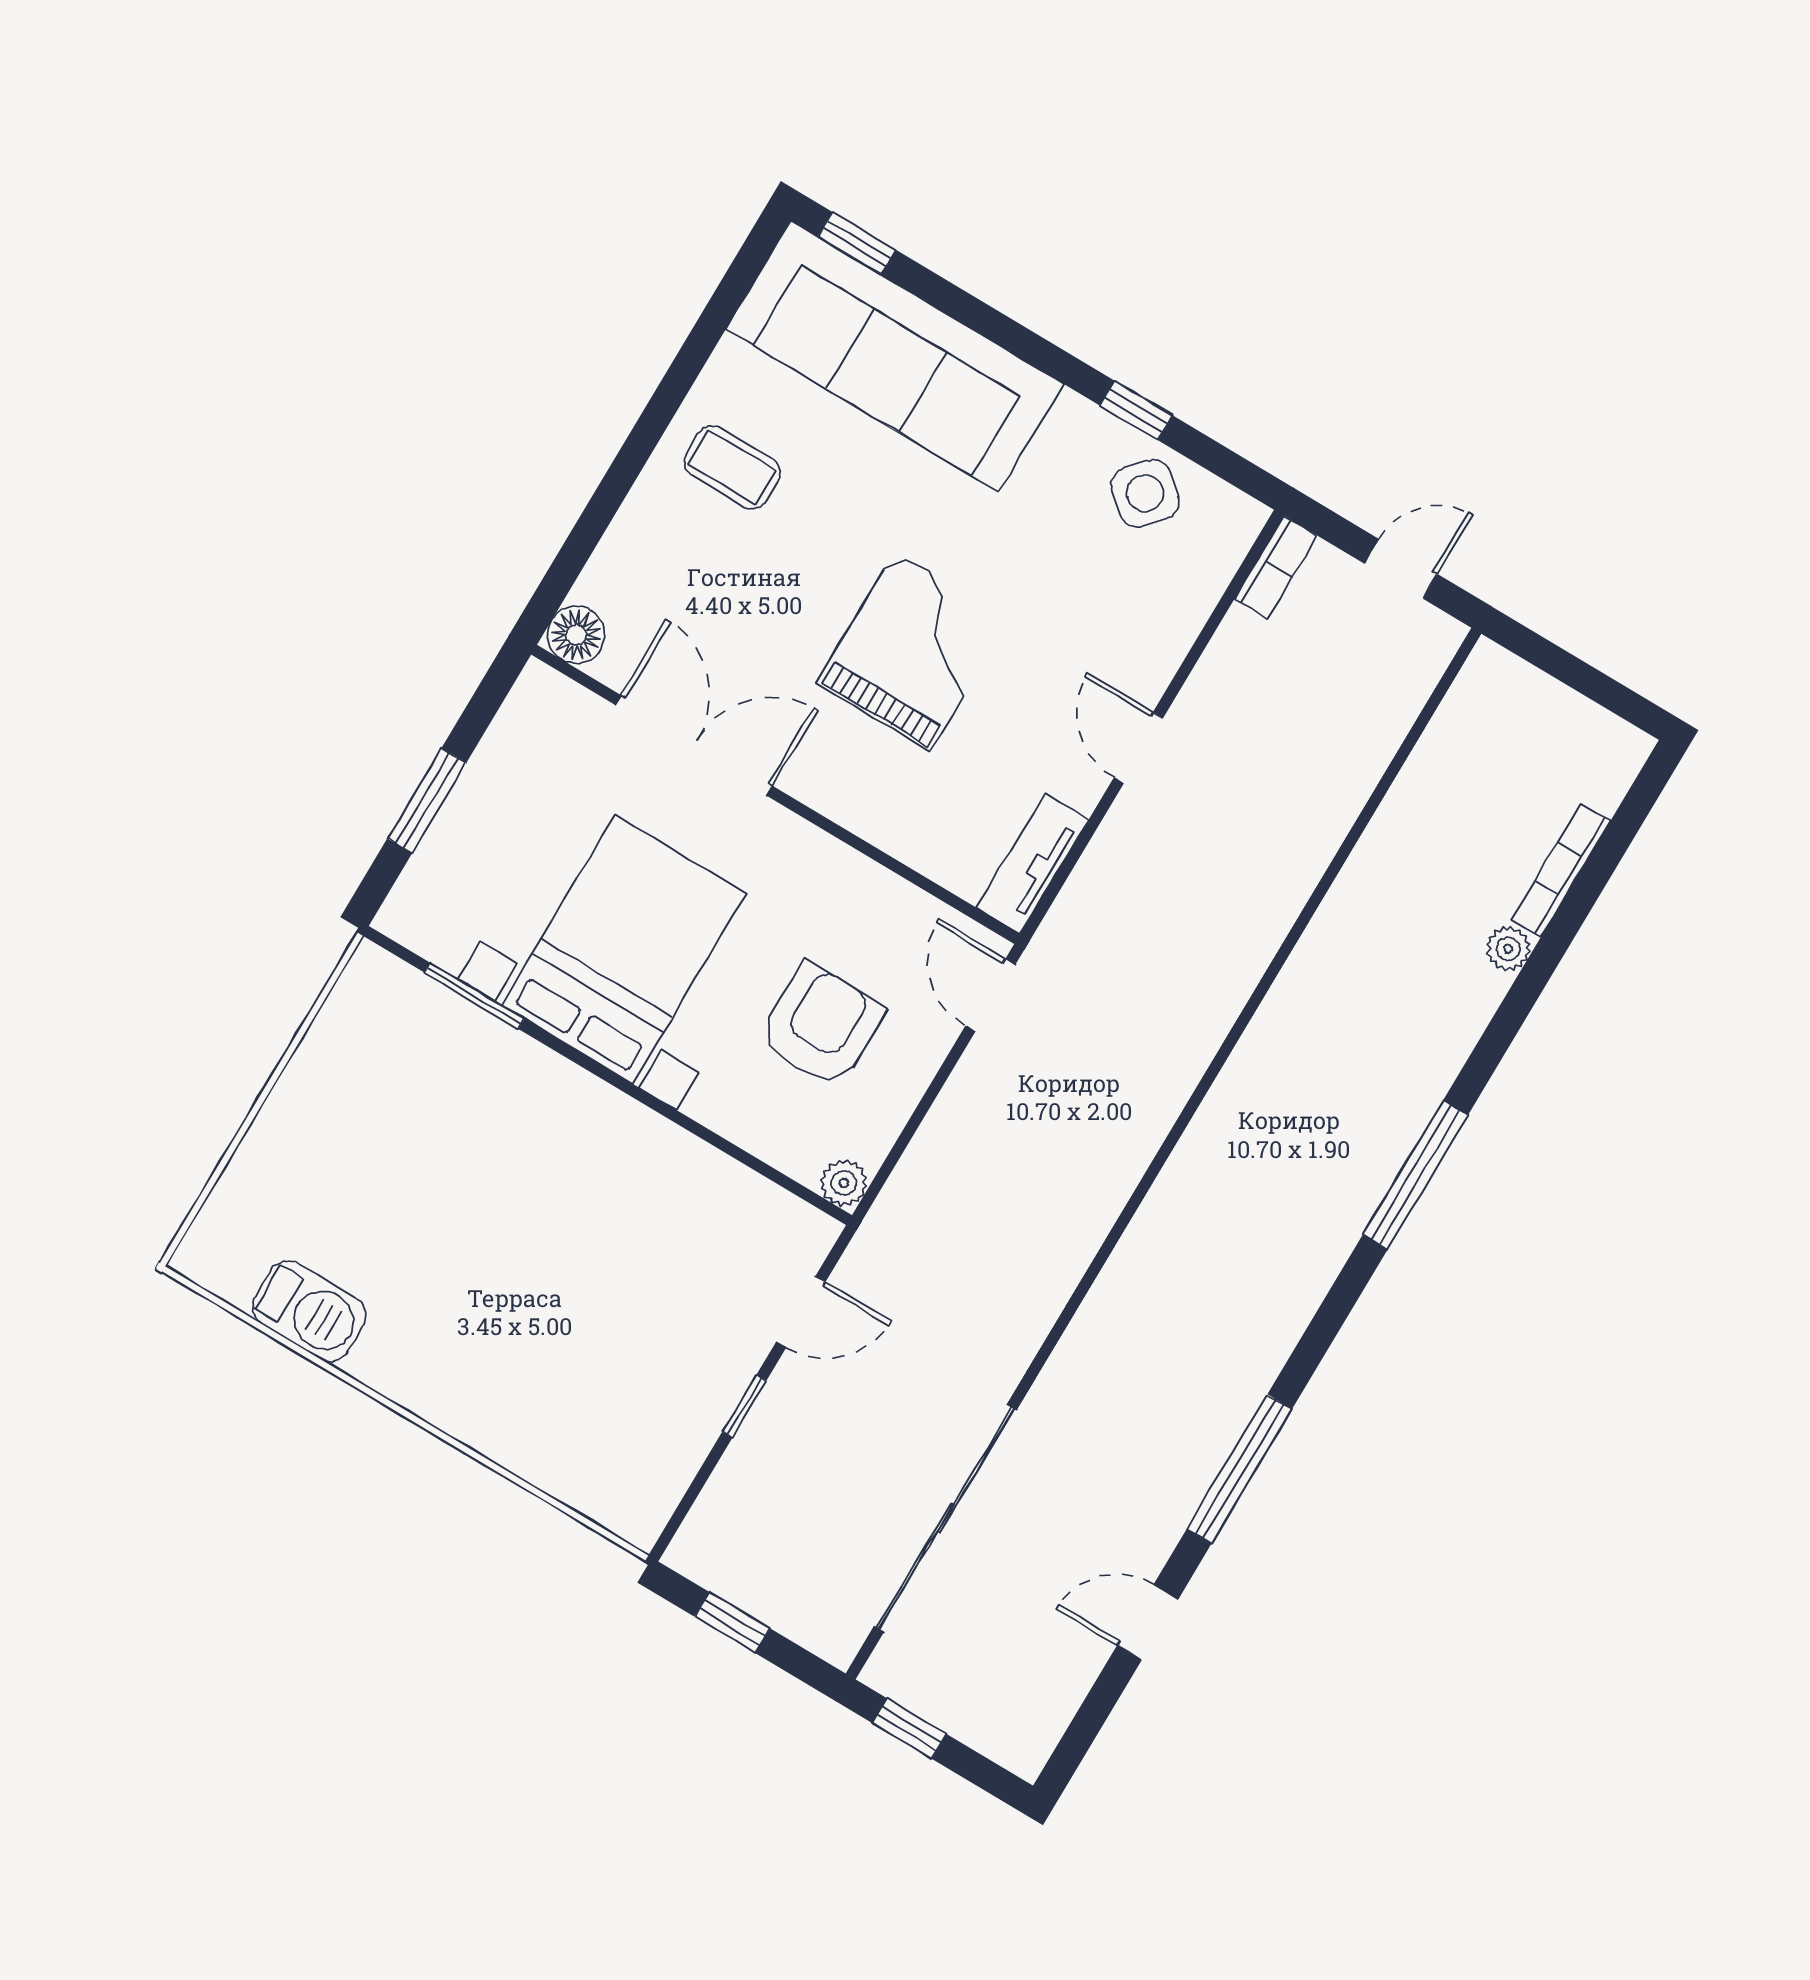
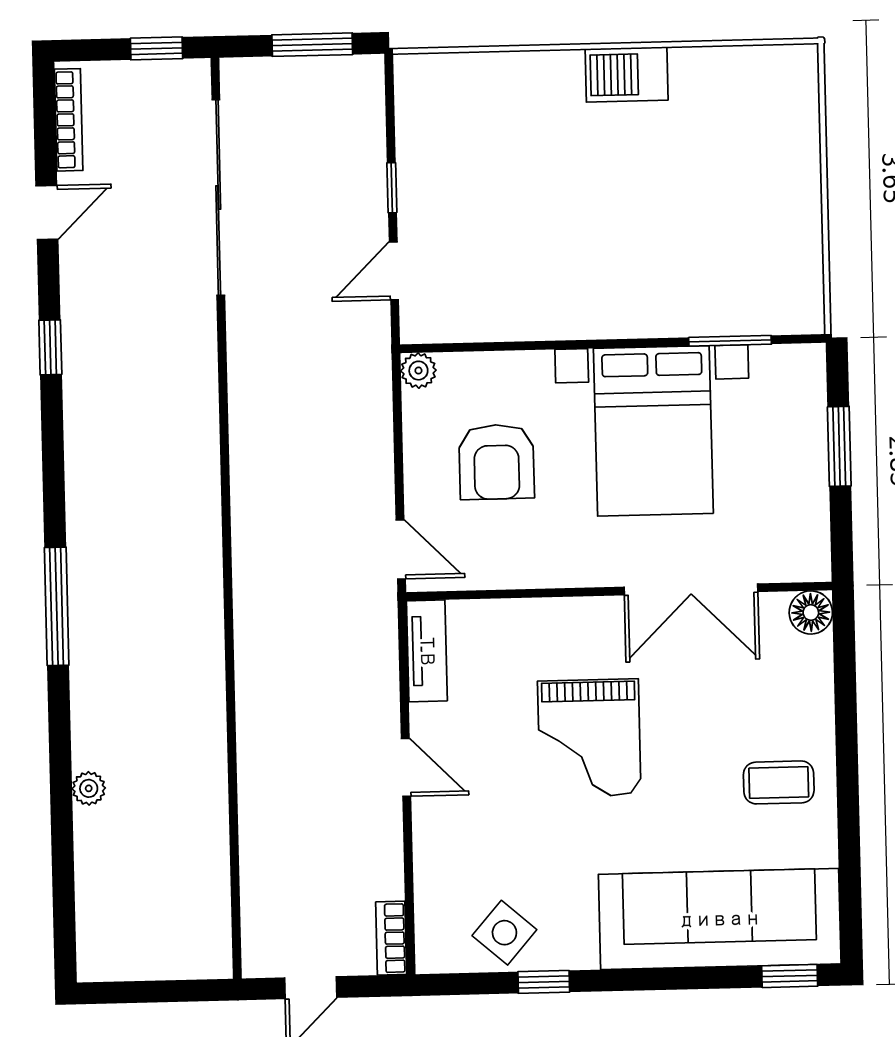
bookcase: (1561, 870) -> (69, 120), moved
barbecue: (309, 1311) -> (627, 75), moved
window: (1239, 1469) -> (50, 347), width x0.46
window: (732, 1623) -> (312, 45), width x1.50

